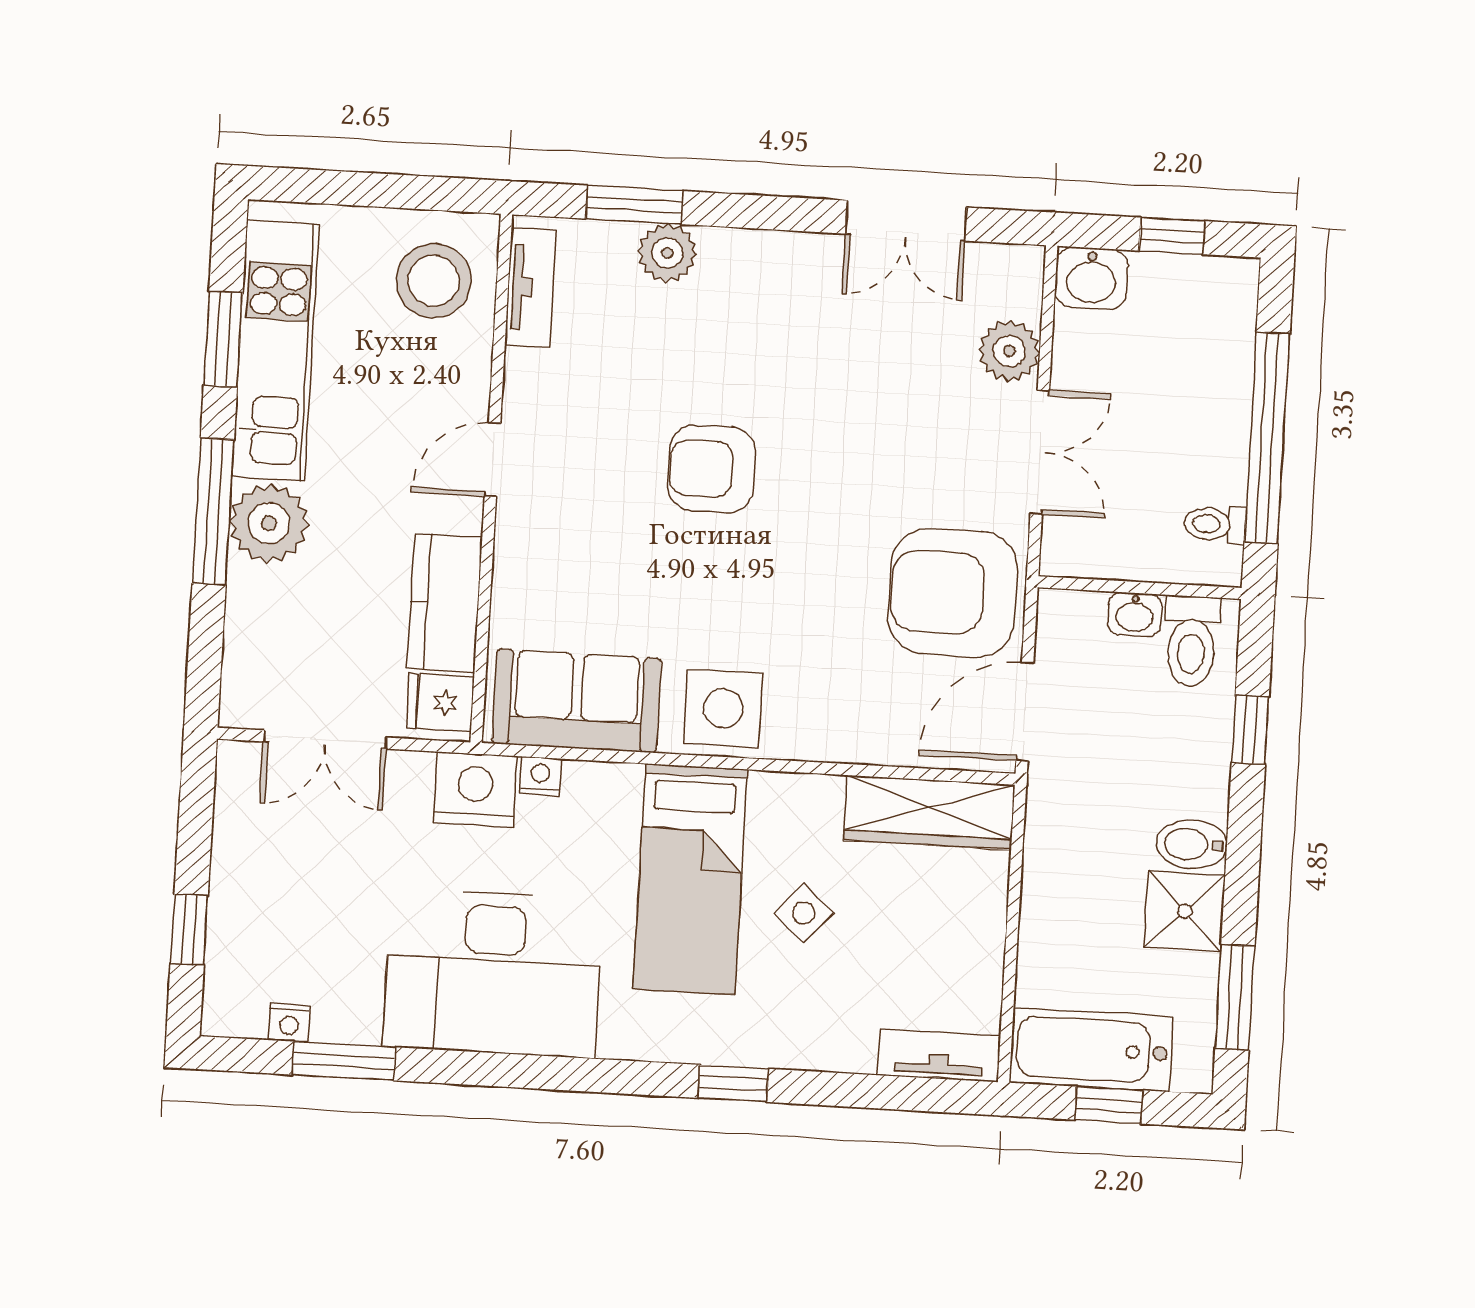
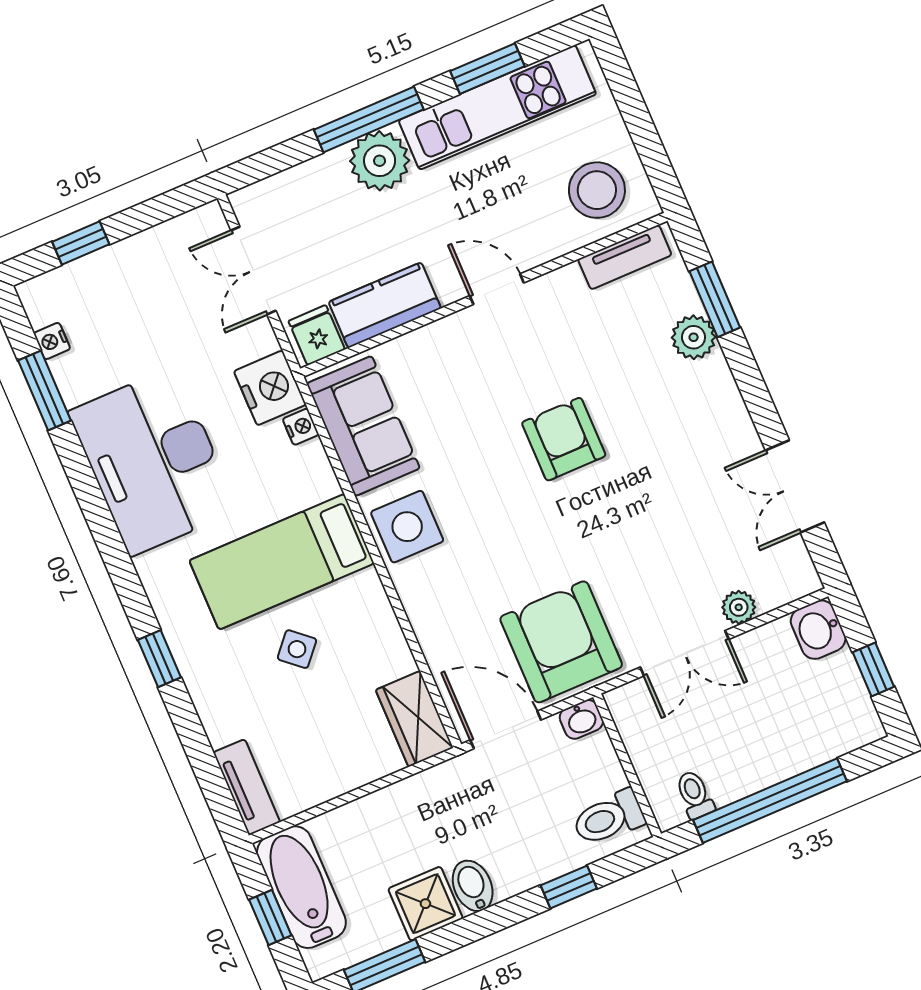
plant: (1009, 351) -> (739, 607), width x0.73, depth x0.73
washbasin: (1135, 614) -> (581, 719), moved, turned -90
wardrobe: (929, 812) -> (414, 719), width x0.67

